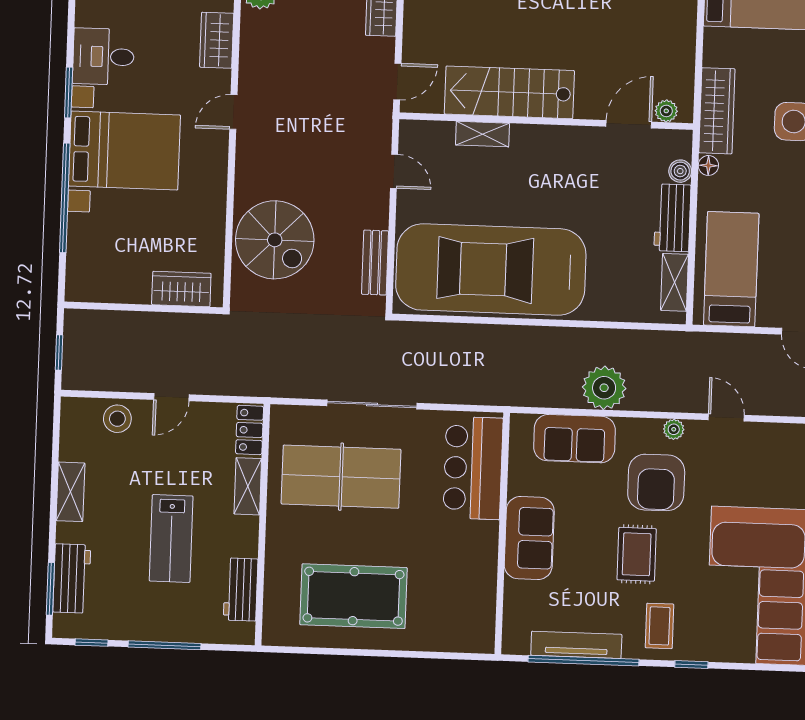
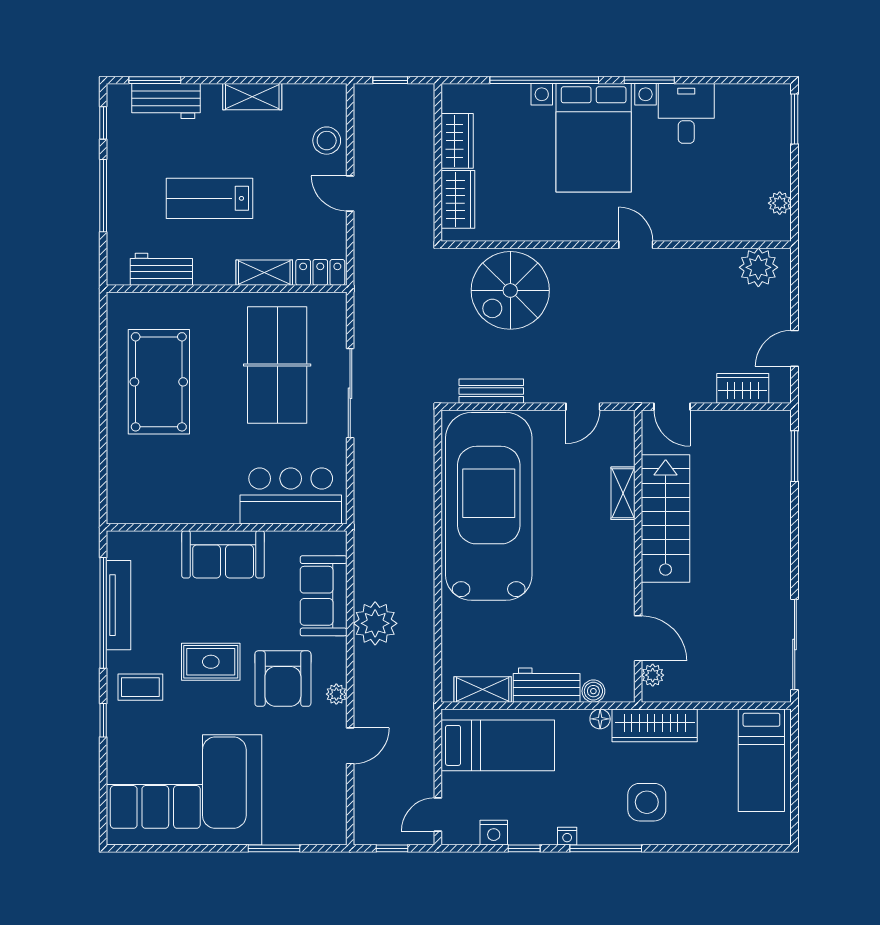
wardrobe: (217, 40) -> (457, 141), moved, turned 90
armchair: (656, 482) -> (283, 679), turned -90

